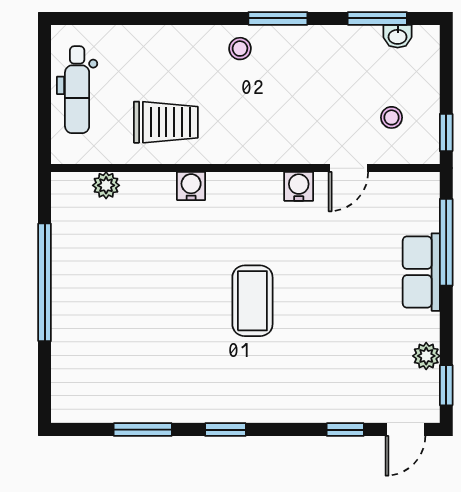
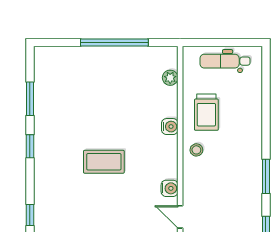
stool: (240, 49) -> (196, 150), moved

